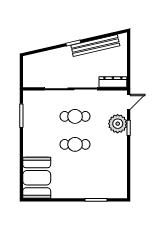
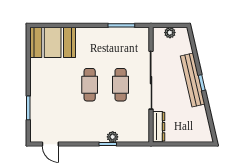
bench: (95, 46) -> (193, 80), moved
plant: (28, 72) -> (170, 33), added
door: (129, 102) -> (50, 144), moved
plant: (118, 124) -> (113, 137), width x0.53, depth x0.53

